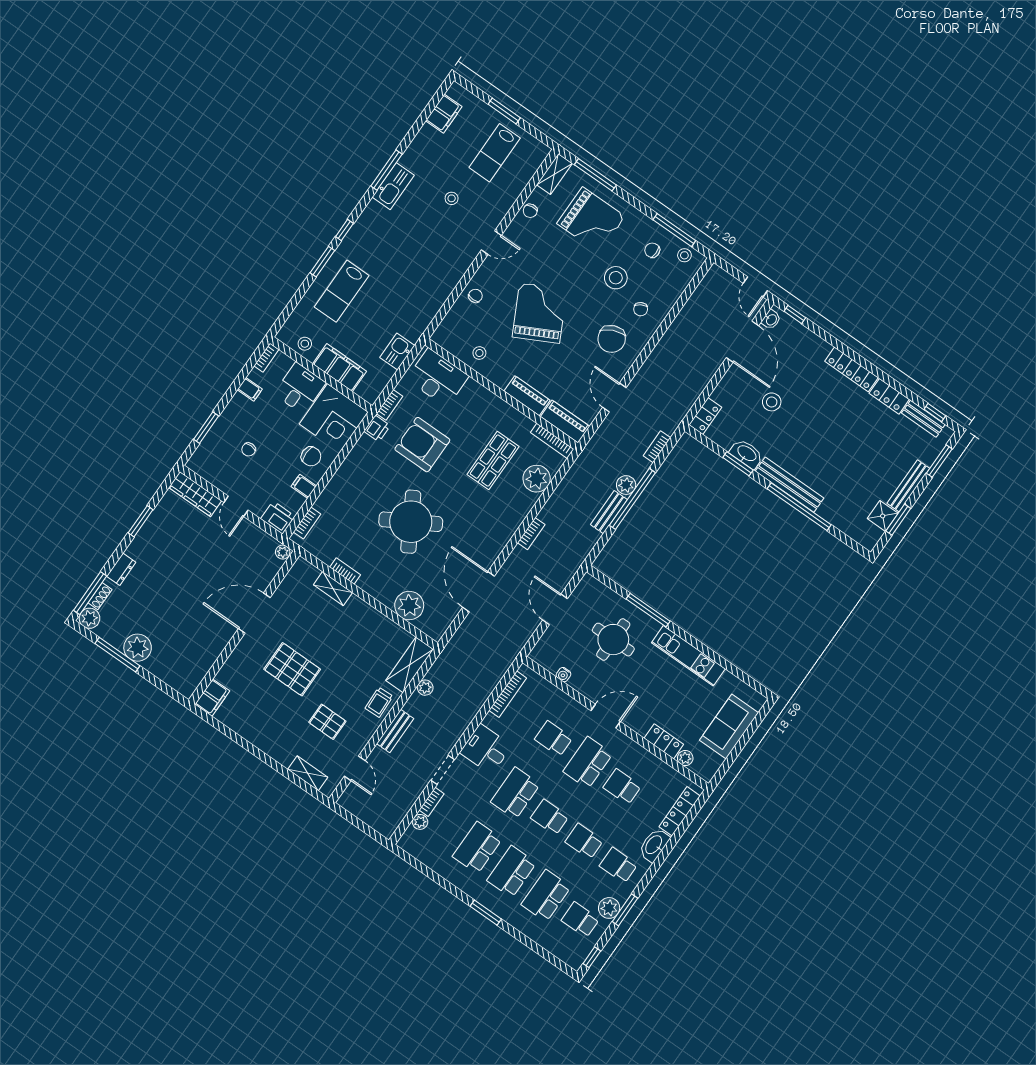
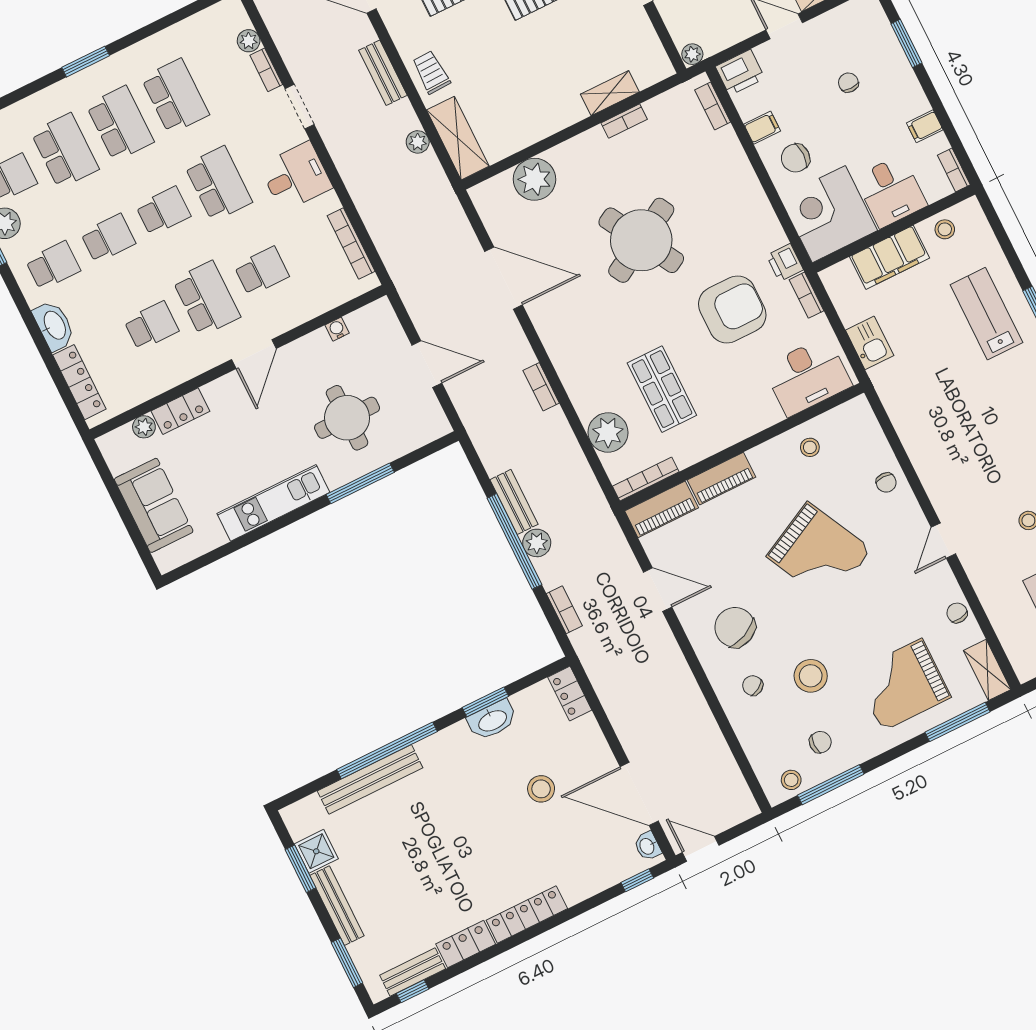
bench: (790, 485) -> (370, 779), moved

